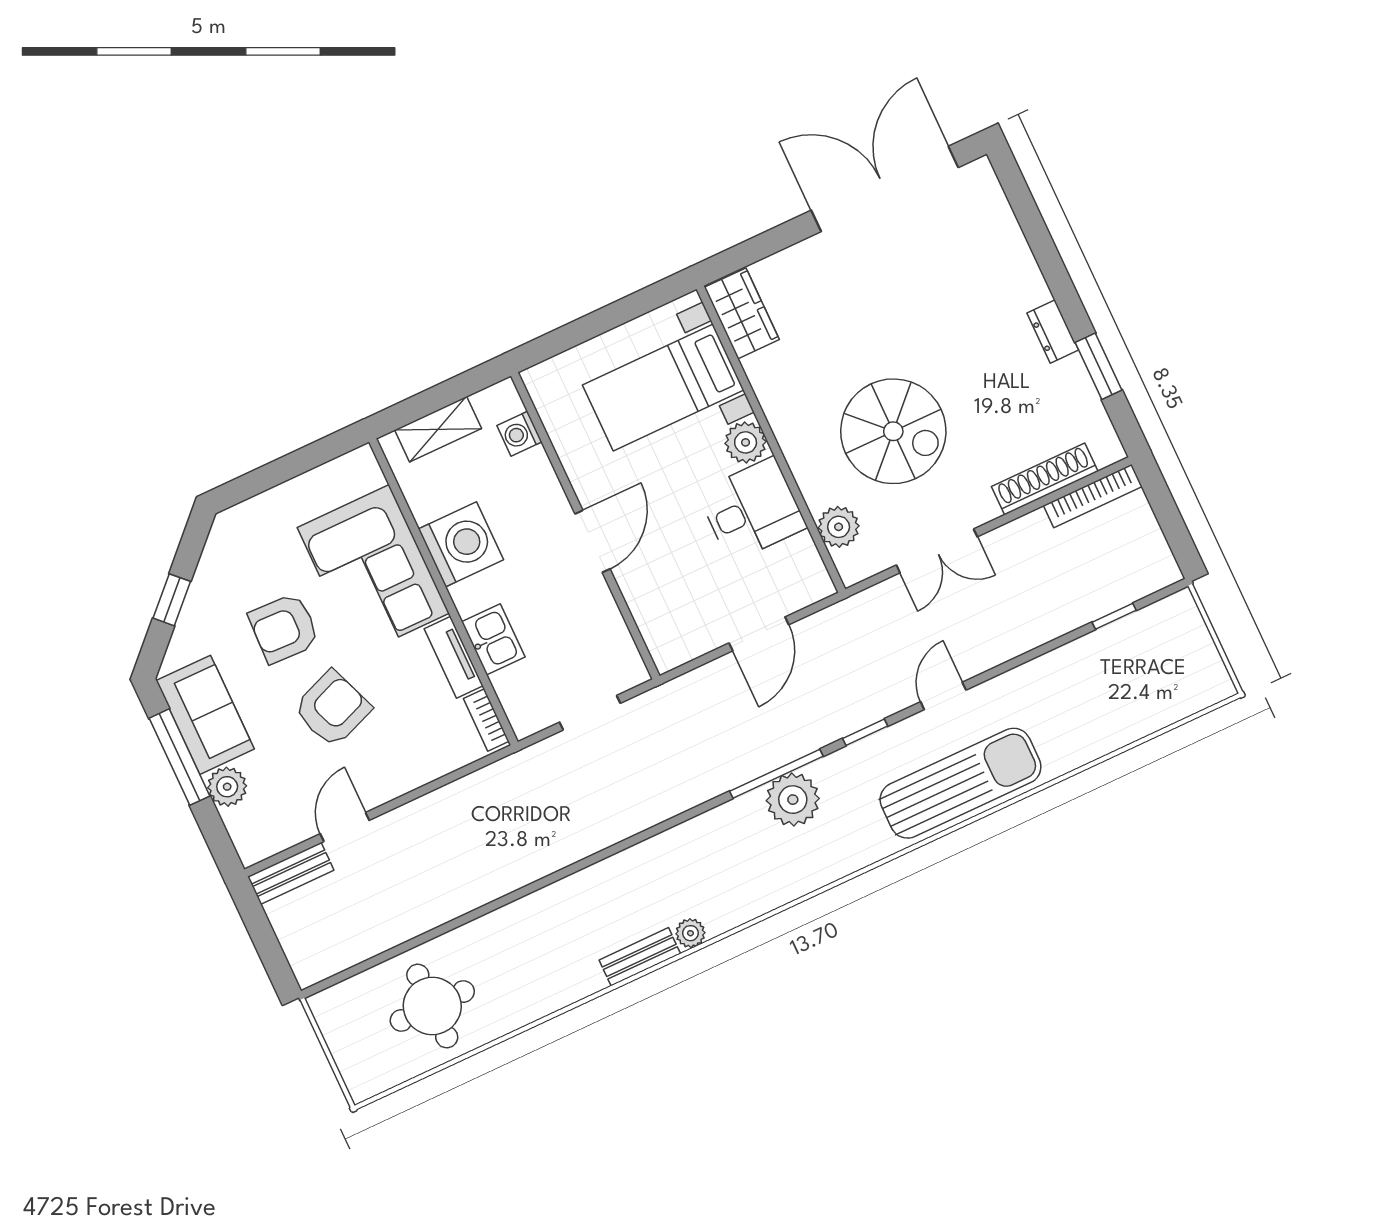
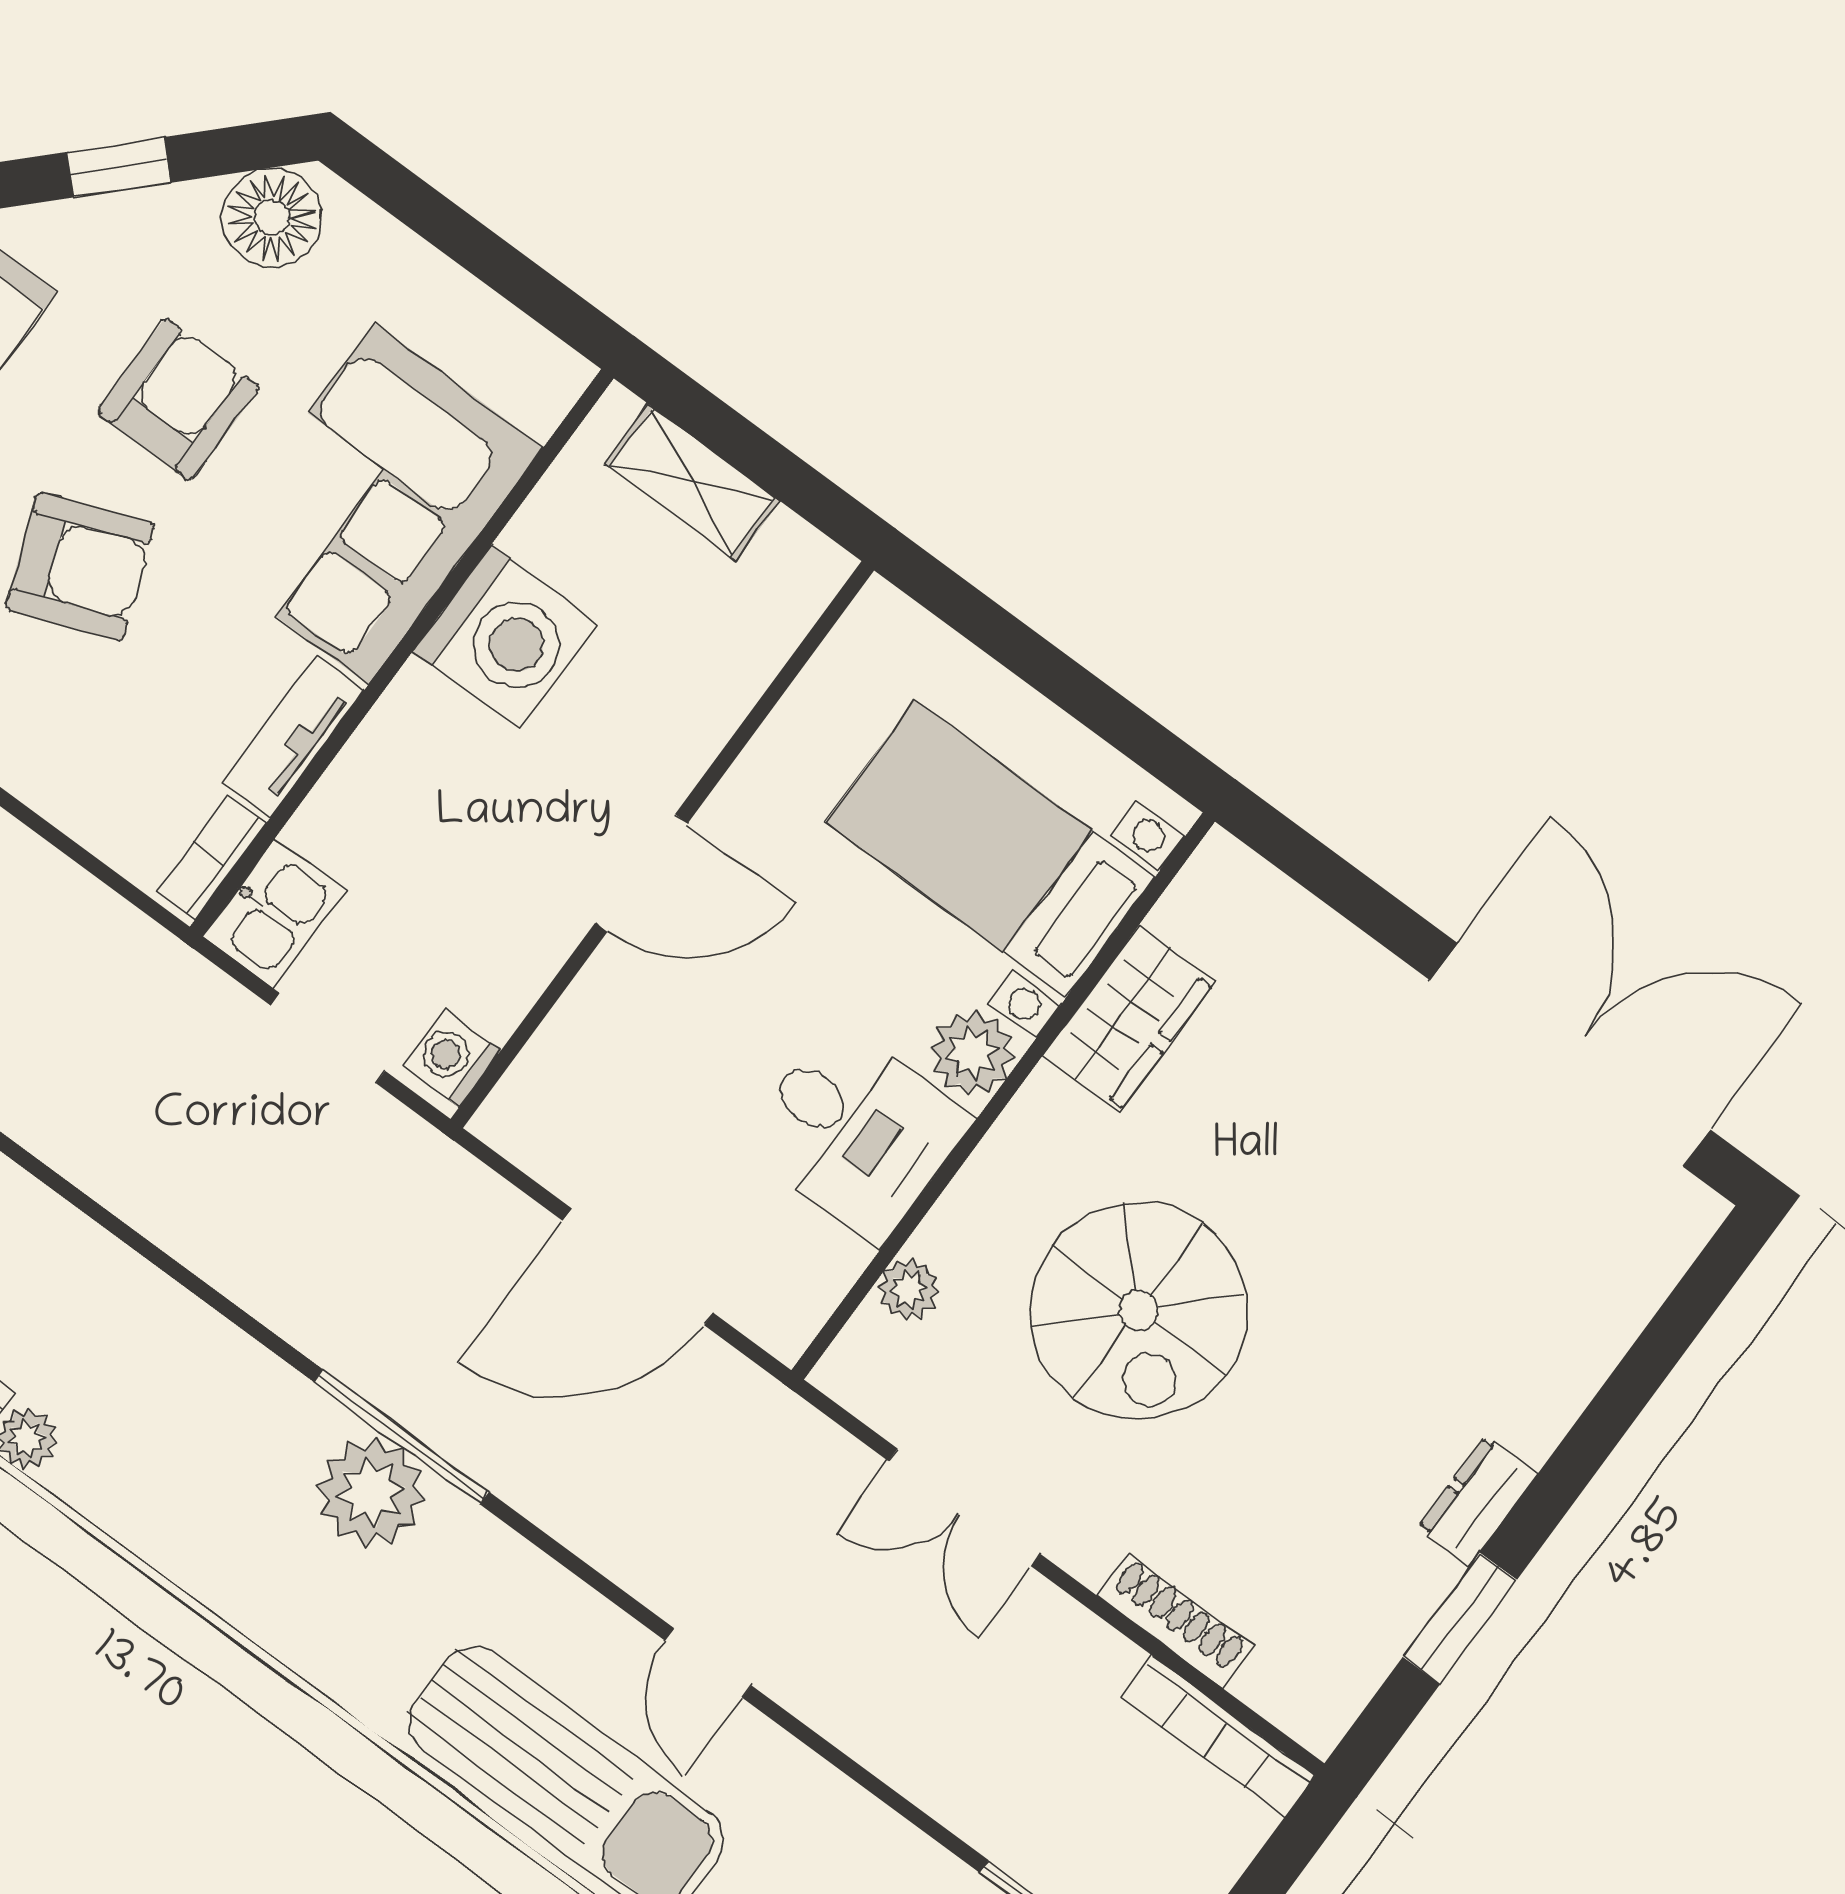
wardrobe: (742, 313) -> (1128, 1019), moved
washing machine: (519, 434) -> (452, 1058), moved
shoe rack: (1045, 479) -> (1176, 1621), width x0.74, depth x0.81
plant: (839, 527) -> (909, 1289), width x0.73, depth x0.73
floor lamp: (229, 546) -> (272, 218), added
armchair: (284, 628) -> (178, 399), turned 88
door: (759, 634) -> (638, 1267), width x1.36
kitchen sink: (493, 639) -> (274, 913), moved
door: (943, 696) -> (708, 1663), swing flipped
window: (865, 732) -> (564, 1557), removed

